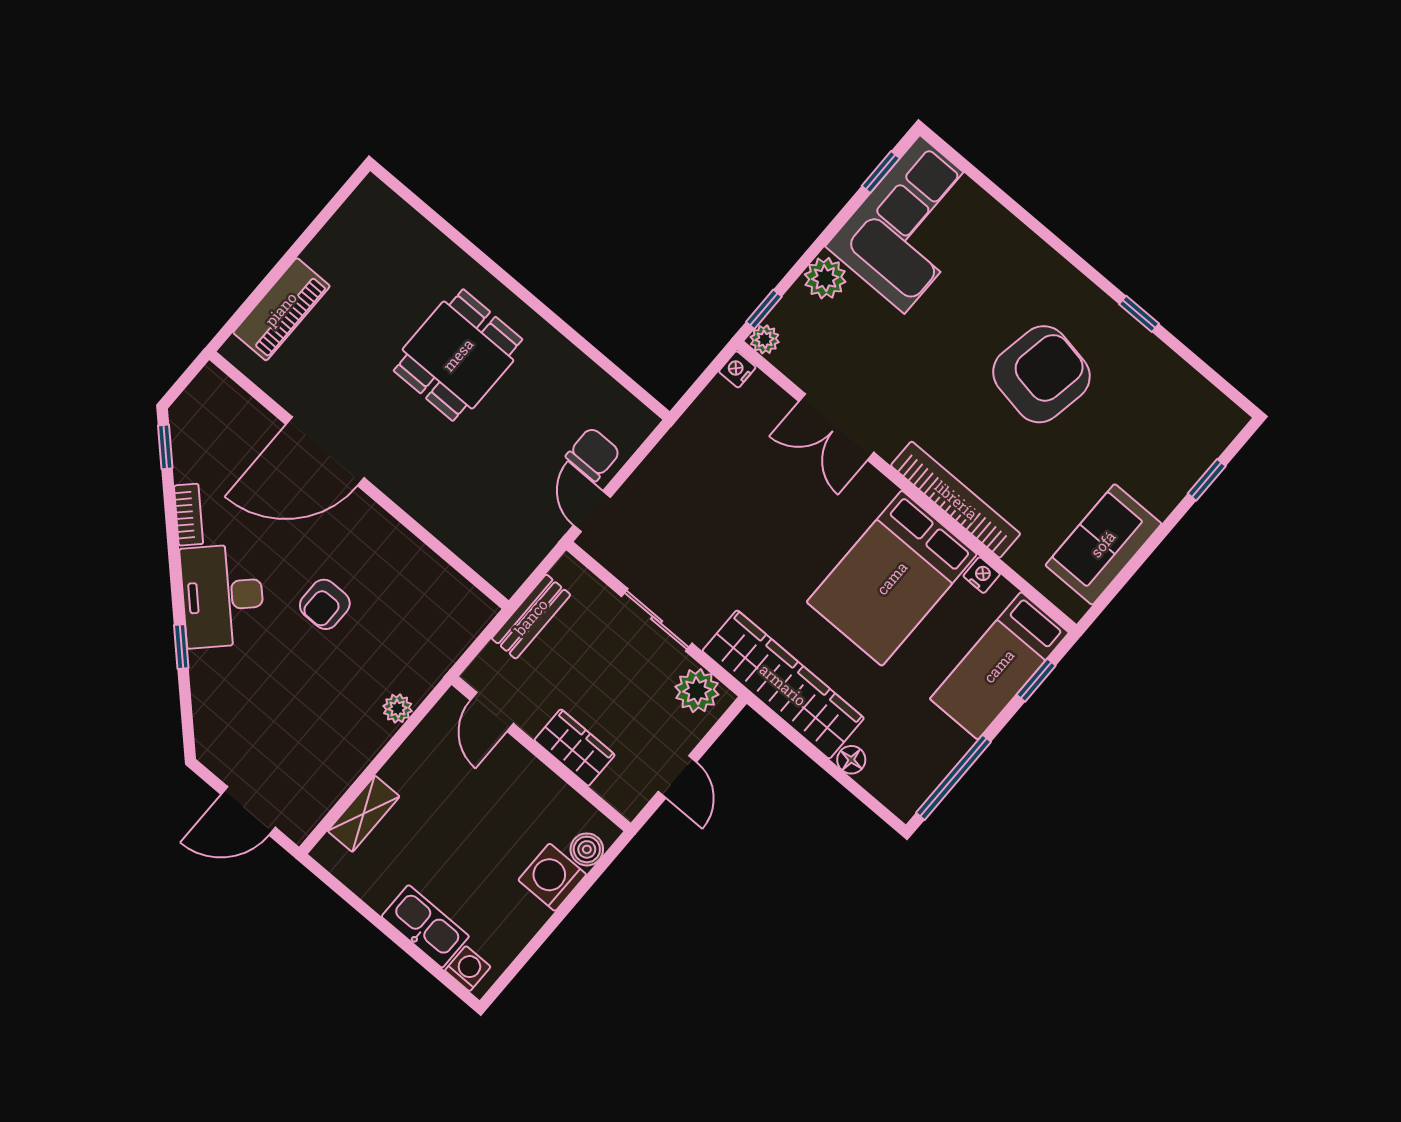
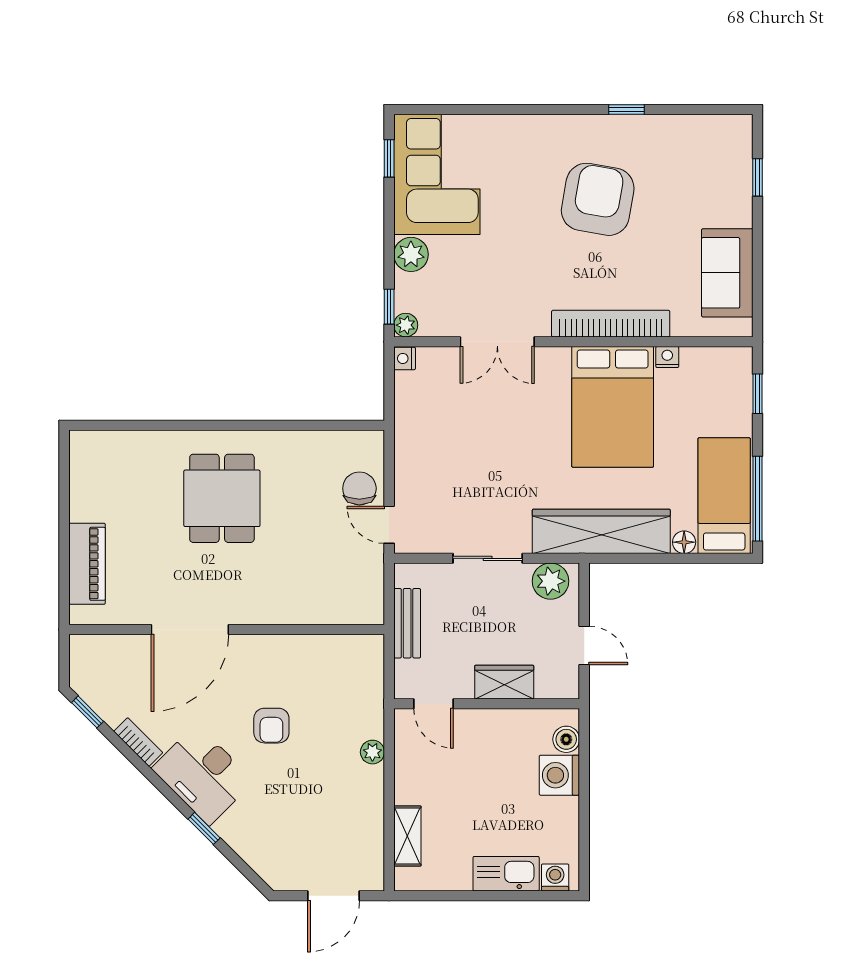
bed: (999, 666) -> (724, 496), moved, turned 180

